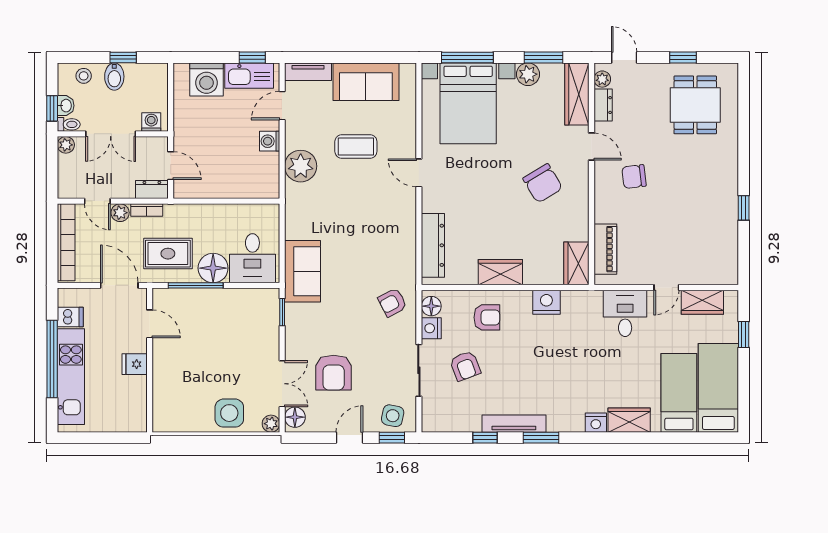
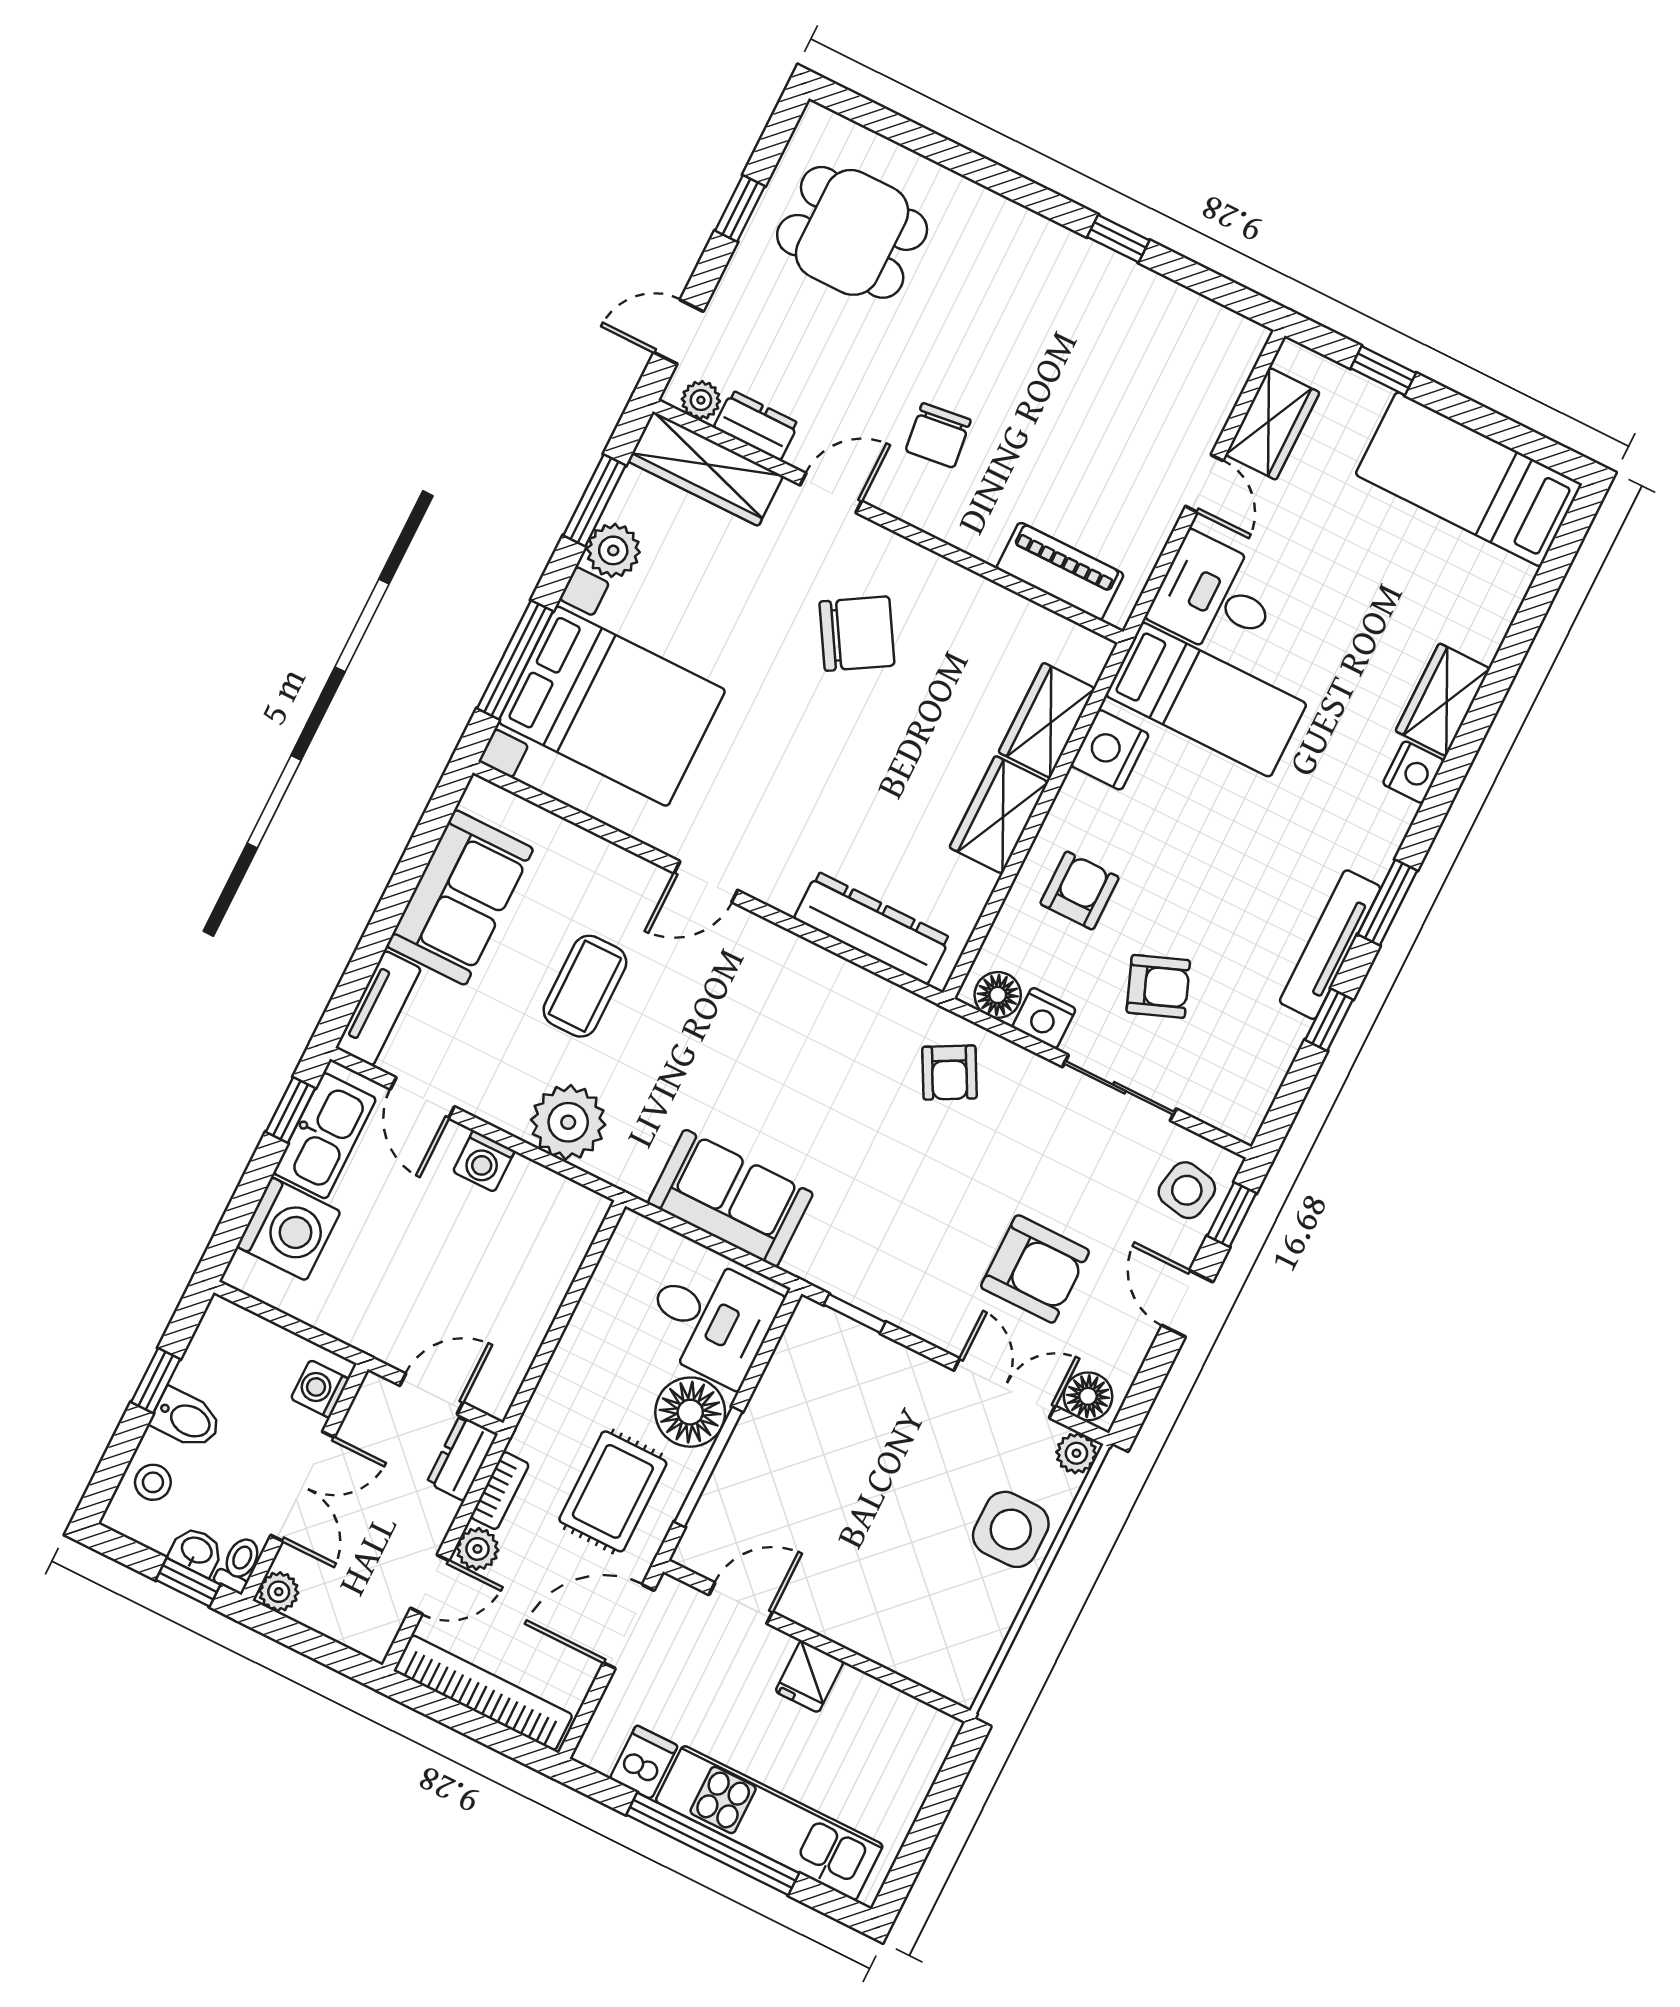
wardrobe: (576, 263) -> (1047, 720), moved, turned 90
sofa: (303, 271) -> (730, 1198), moved
bed: (679, 393) -> (1206, 700), moved, turned 180

